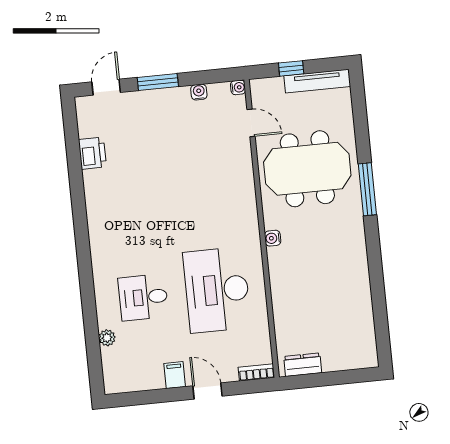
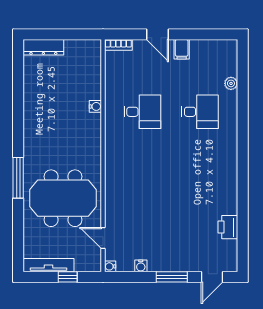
water cooler: (273, 238) -> (95, 106), moved
desk: (217, 290) -> (142, 112), width x0.53, depth x0.77
dresser: (303, 365) -> (43, 47), moved, width x1.44

